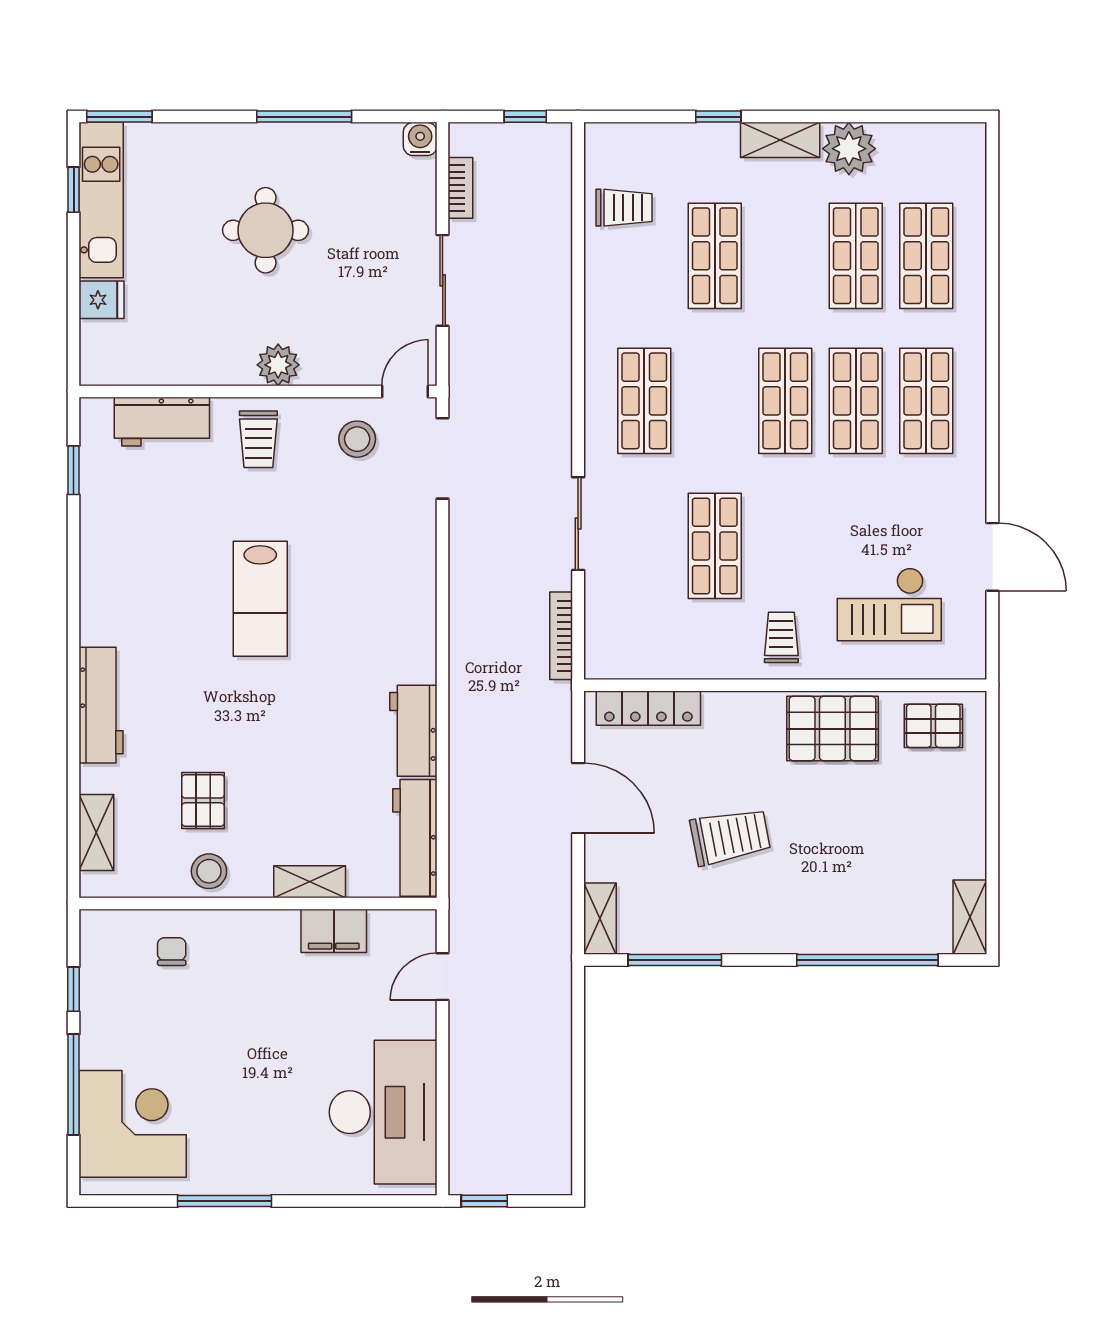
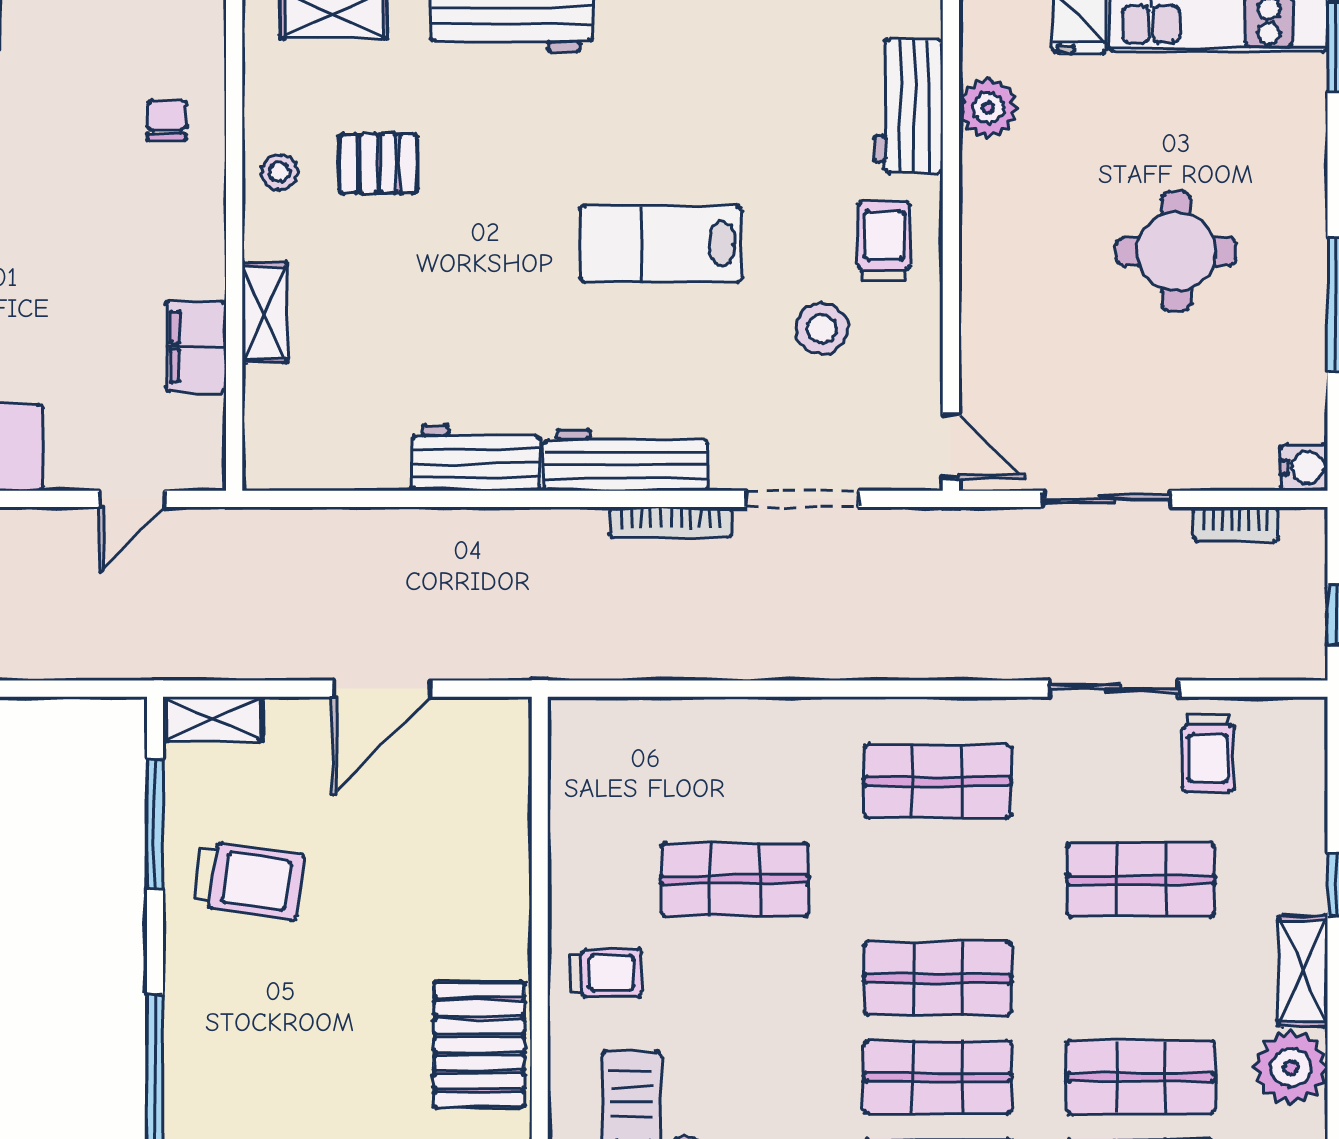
plant: (278, 365) -> (988, 108), moved
trolley: (258, 439) -> (884, 241), turned 90
stool: (357, 439) -> (822, 329), moved
doorway: (443, 458) -> (802, 499), moved
sliding door: (578, 524) -> (1114, 689), moved
bookcase: (561, 636) -> (671, 523), moved, turned 180
locker: (648, 708) -> (508, 787), removed
trolley: (730, 836) -> (249, 880), moved, turned -71
workbench: (415, 838) -> (626, 460), moved
stool: (209, 871) -> (279, 172), width x0.73, depth x0.73
chair: (172, 952) -> (167, 120), turned -90
door: (443, 977) -> (132, 499), swing flipped

